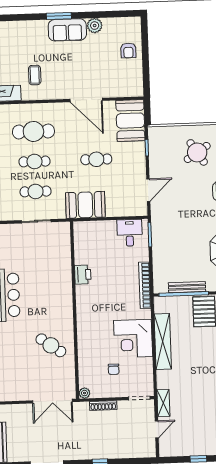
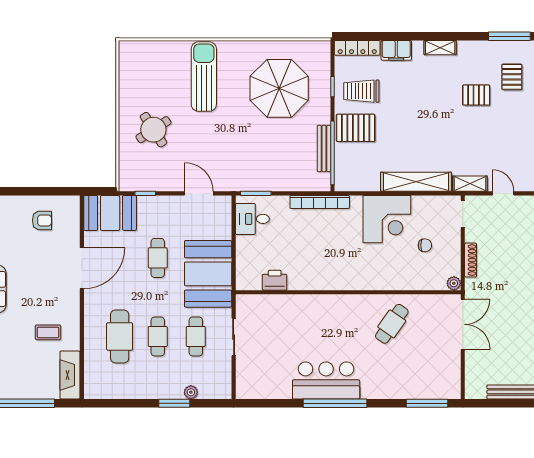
armchair: (128, 50) -> (42, 220), moved
booth: (85, 205) -> (208, 274), width x1.36, depth x1.42
printer: (83, 275) -> (275, 280), moved
shelving: (163, 342) -> (416, 182), moved

